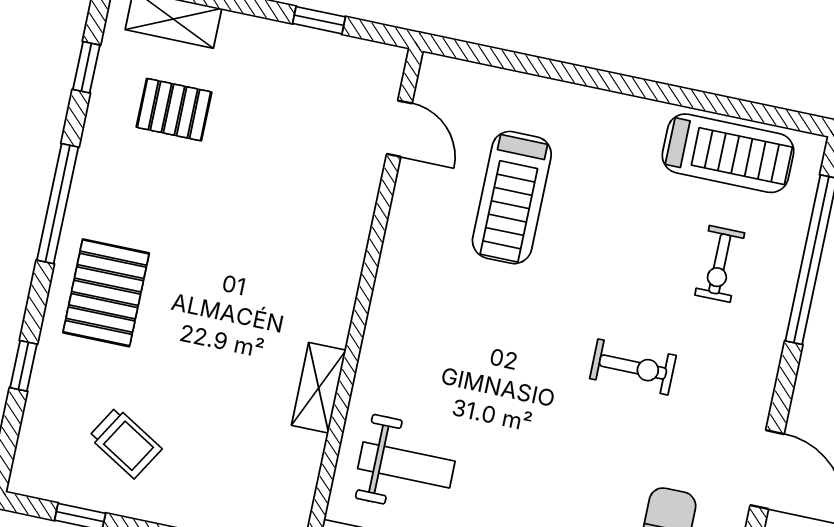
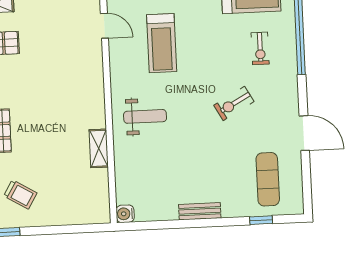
exercise bike: (633, 367) -> (234, 103), turned 151
weight bench: (406, 465) -> (145, 116), moved

